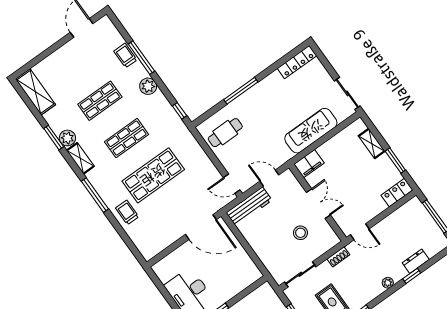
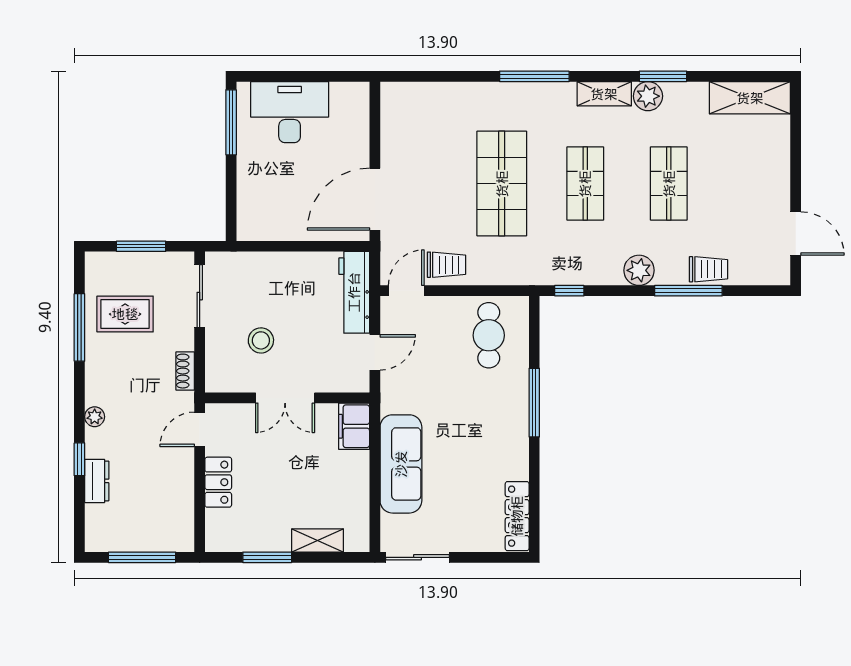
locker: (397, 193) -> (218, 482), moved
trolley: (127, 212) -> (446, 265), moved

